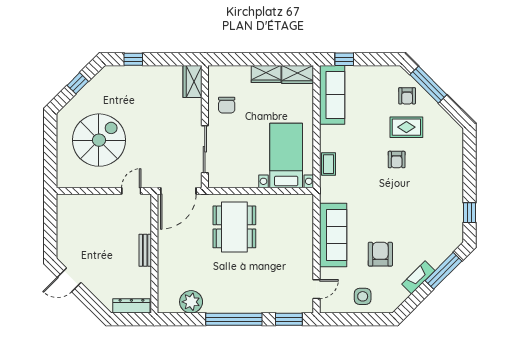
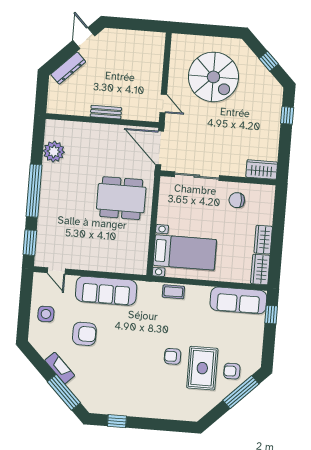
rug: (406, 127) -> (202, 368), width x1.36, depth x1.43
dresser: (131, 306) -> (68, 68), moved, turned 45

